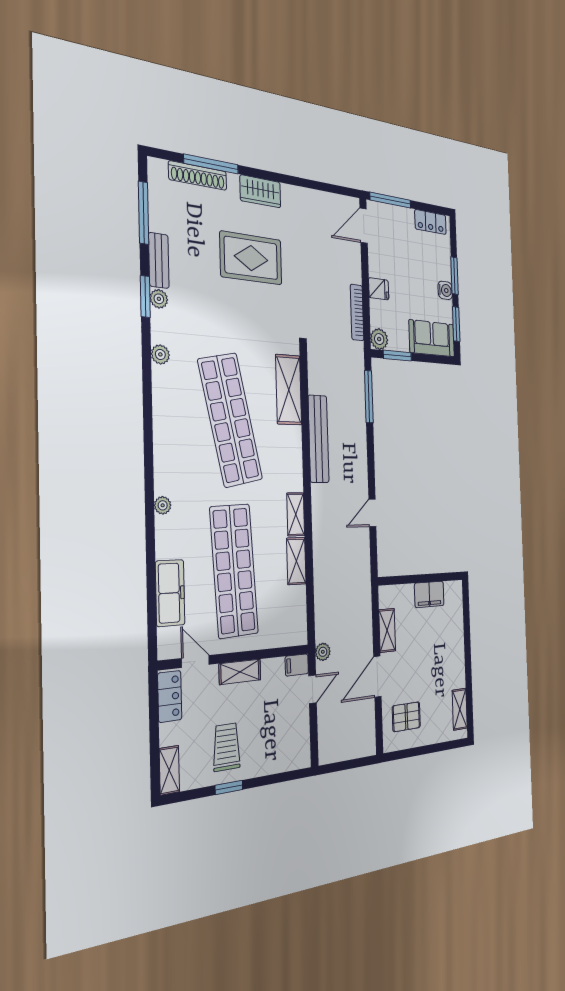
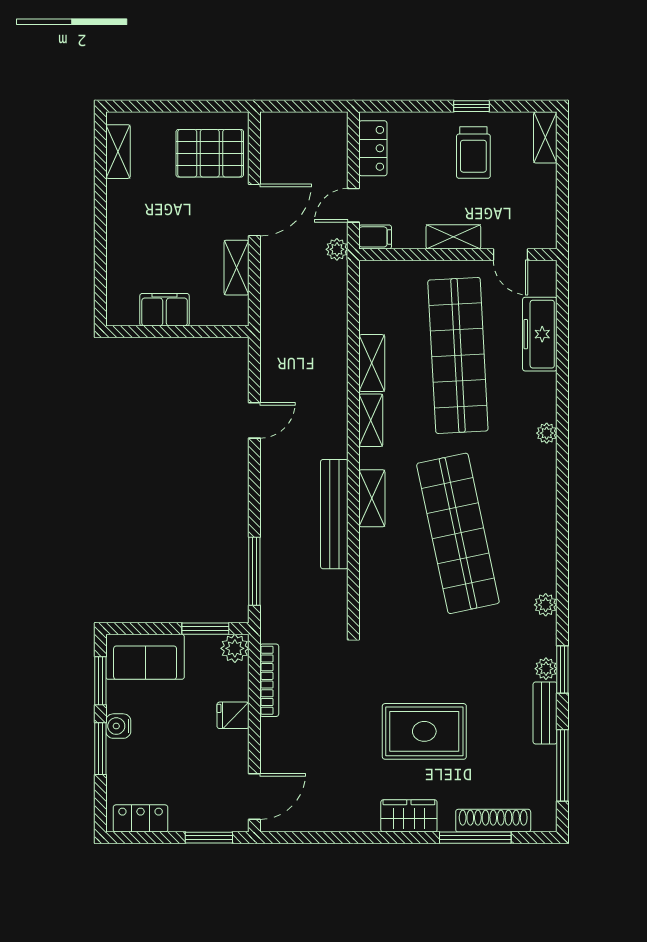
window: (390, 200) -> (209, 838), width x0.69
shelving: (289, 390) -> (372, 498), moved, width x0.67, depth x0.75
locker: (170, 696) -> (373, 148), moved, turned 180
pallet: (406, 717) -> (210, 153), width x1.50, depth x1.42

